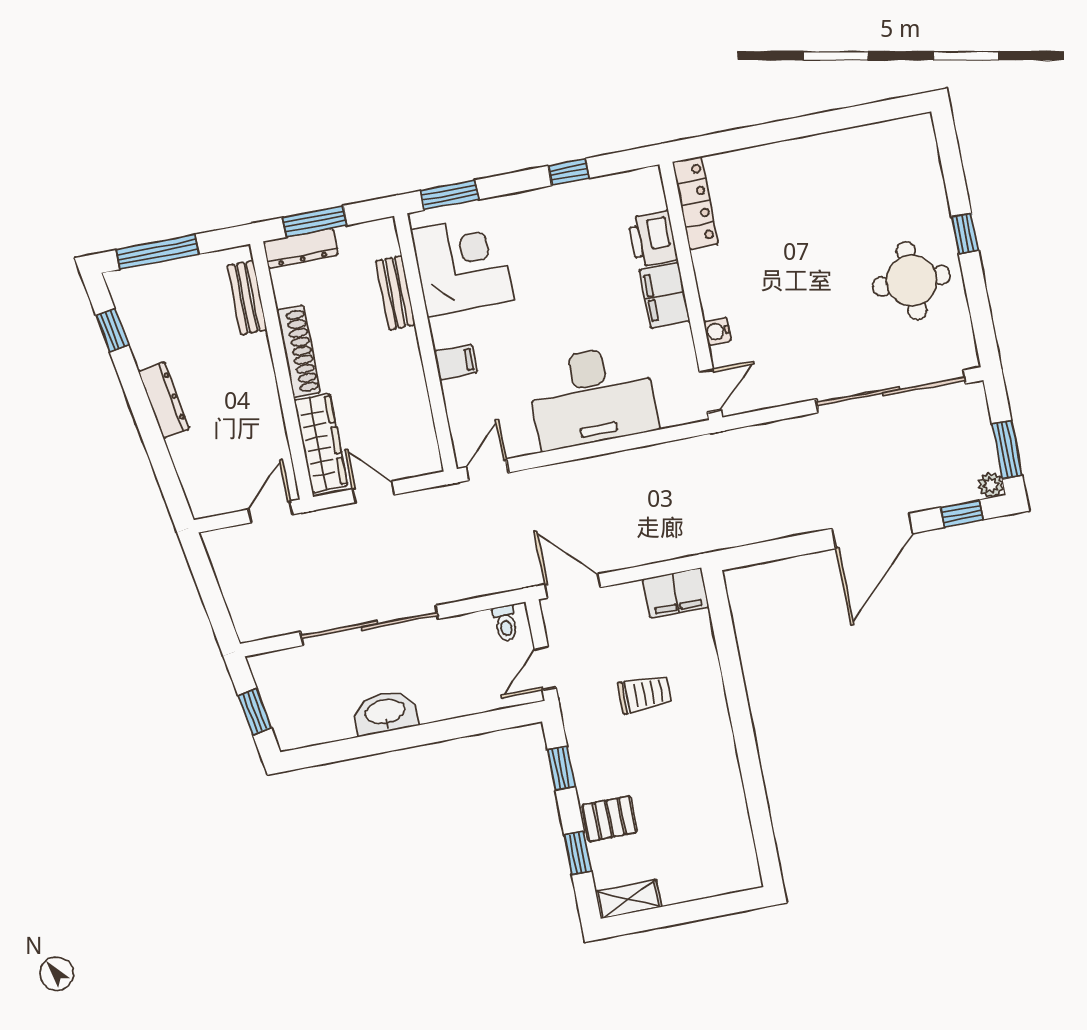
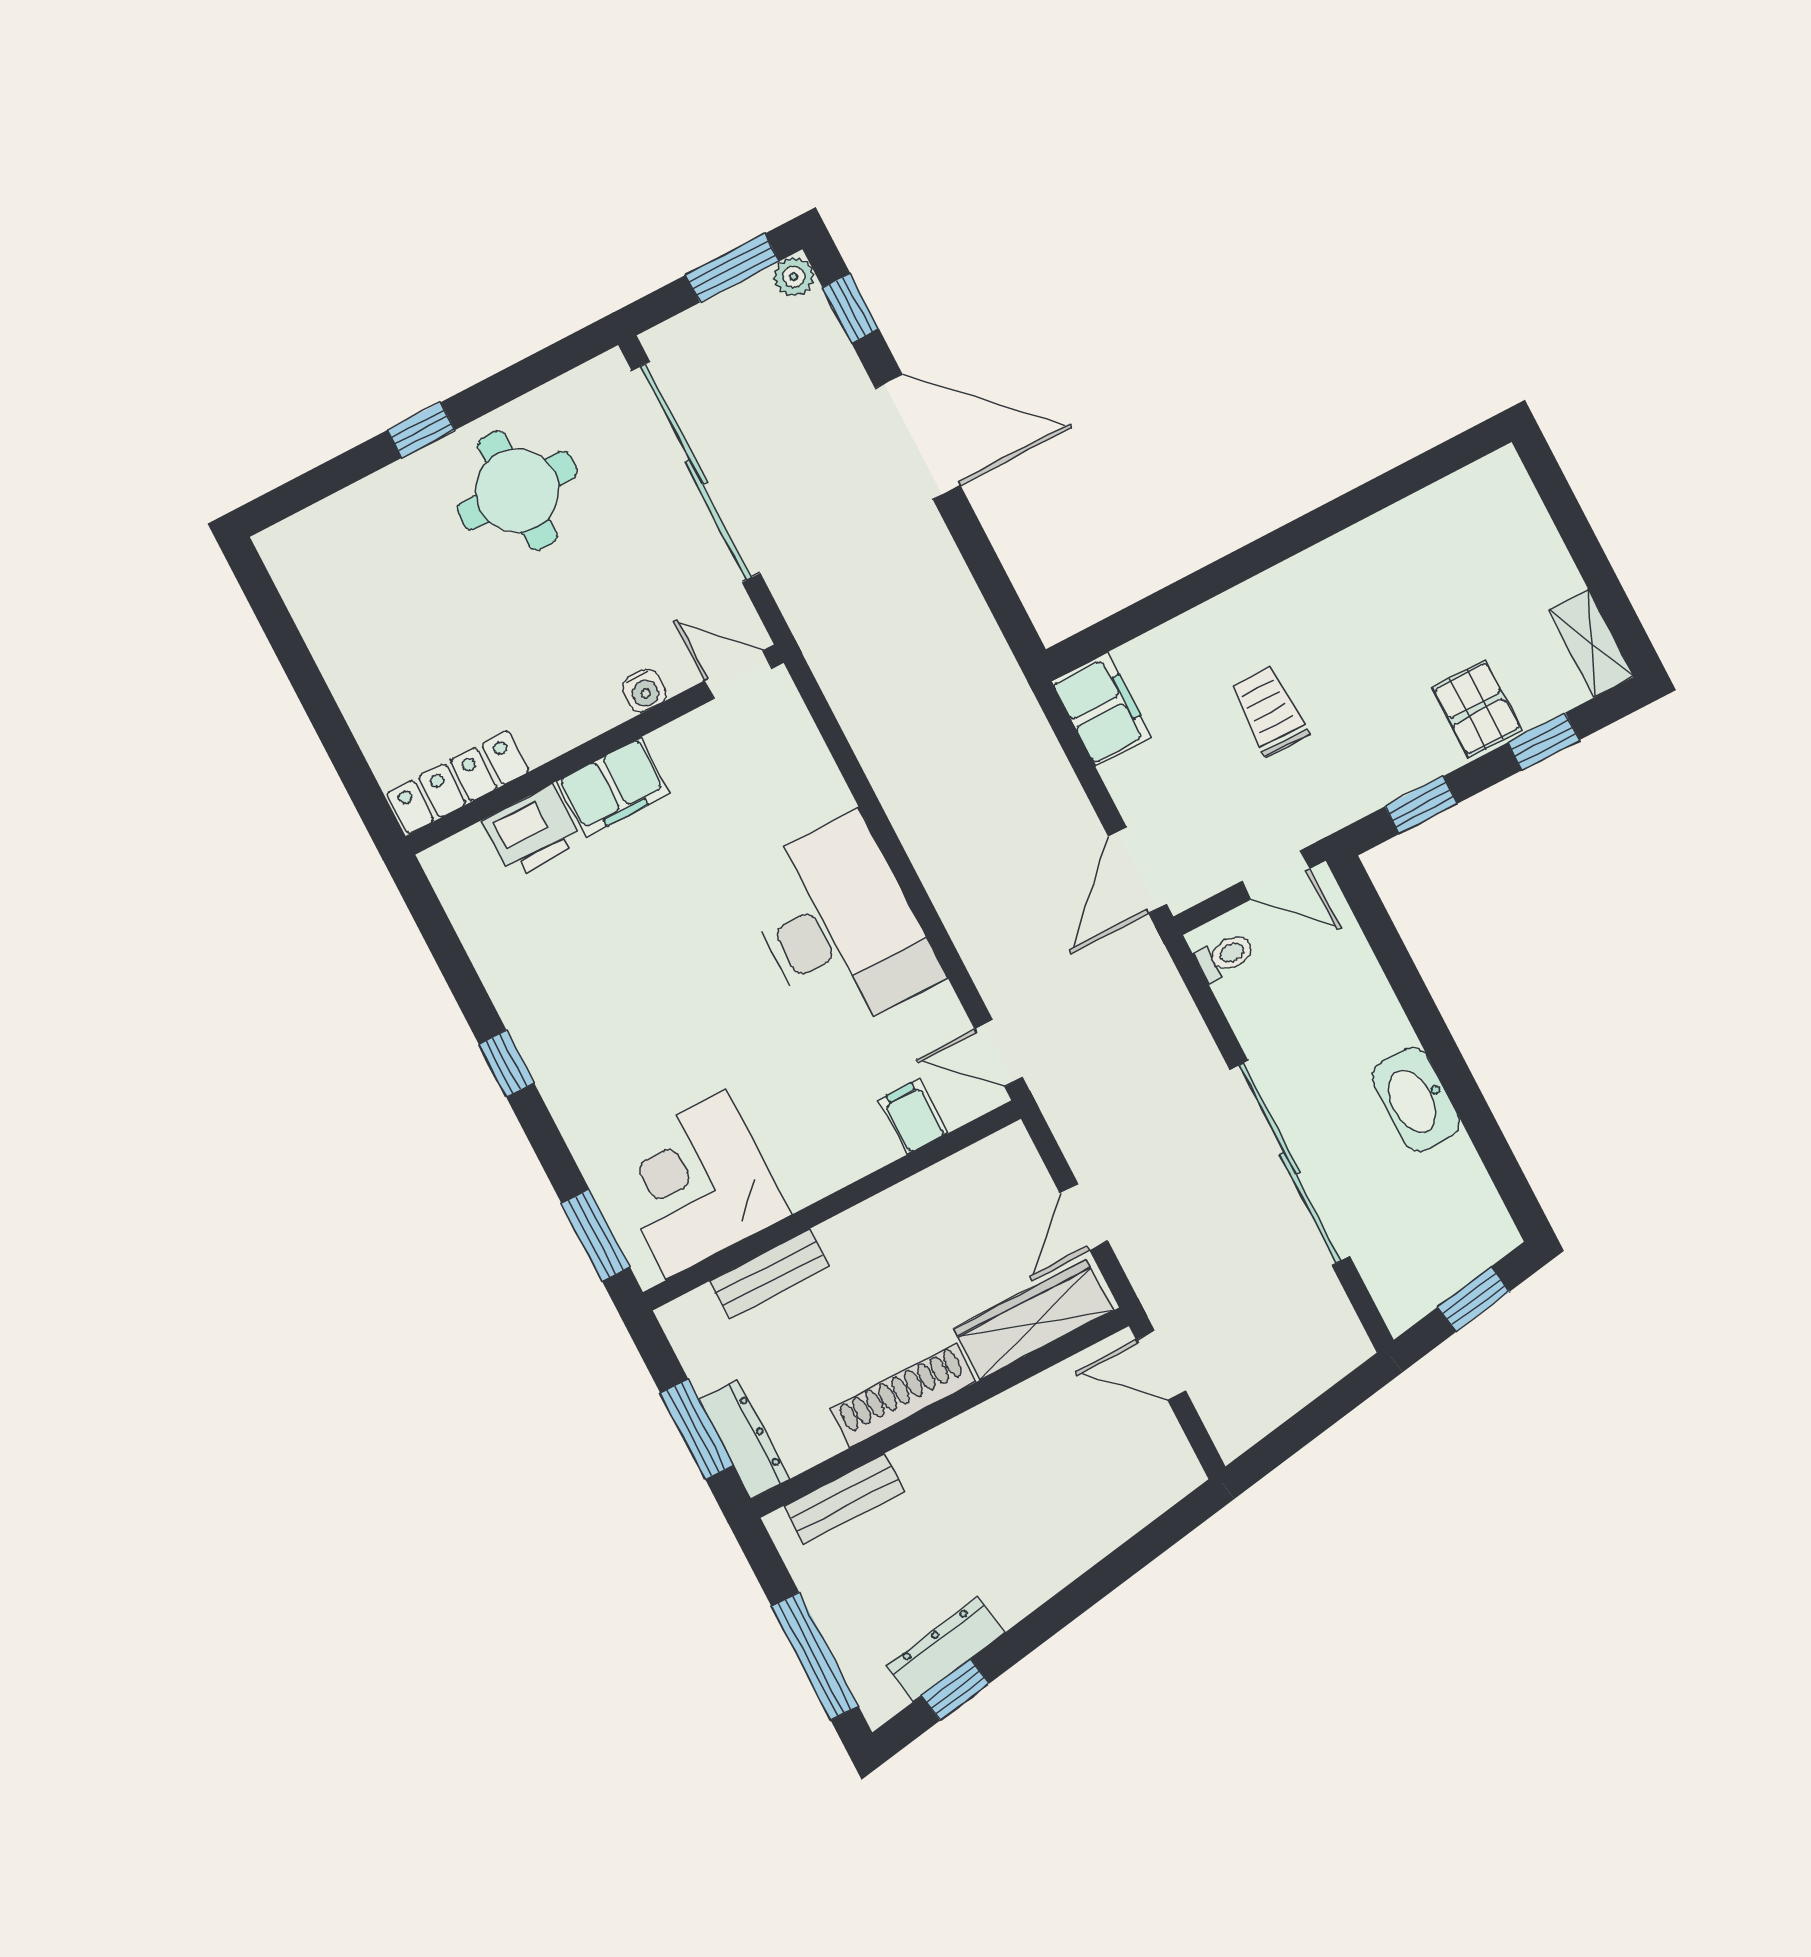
locker: (695, 203) -> (458, 782), moved
printer: (653, 239) -> (532, 831), moved
wall: (691, 291) -> (595, 749), moved
filing cabinet: (665, 295) -> (613, 787), moved
water cooler: (717, 331) -> (644, 691), moved
filing cabinet: (456, 362) -> (913, 1117), moved
door: (710, 391) -> (738, 675), moved
dresser: (164, 400) -> (946, 1649), moved

